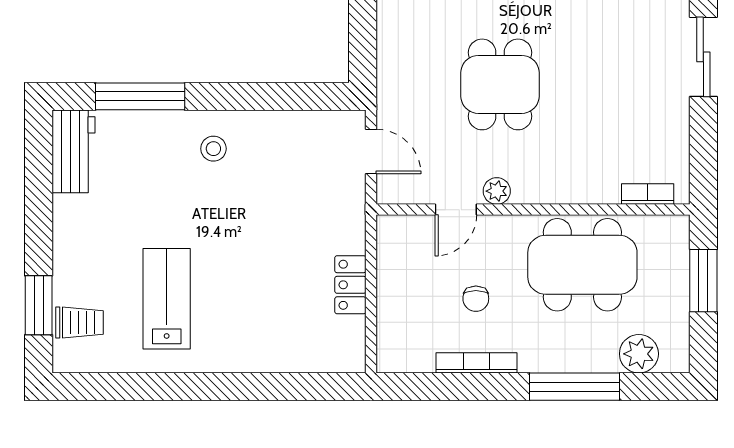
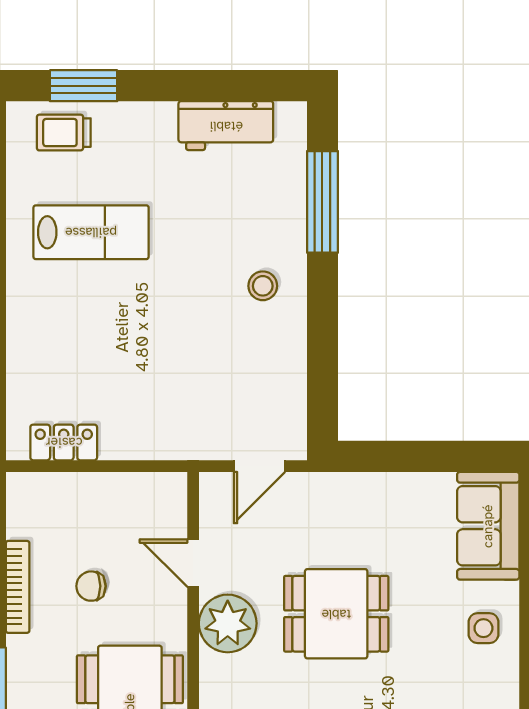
workbench: (73, 151) -> (226, 126), moved
plant: (497, 191) -> (228, 623), width x1.87, depth x1.87
locker: (350, 285) -> (64, 442), moved
trolley: (80, 323) -> (64, 133), turned 90

